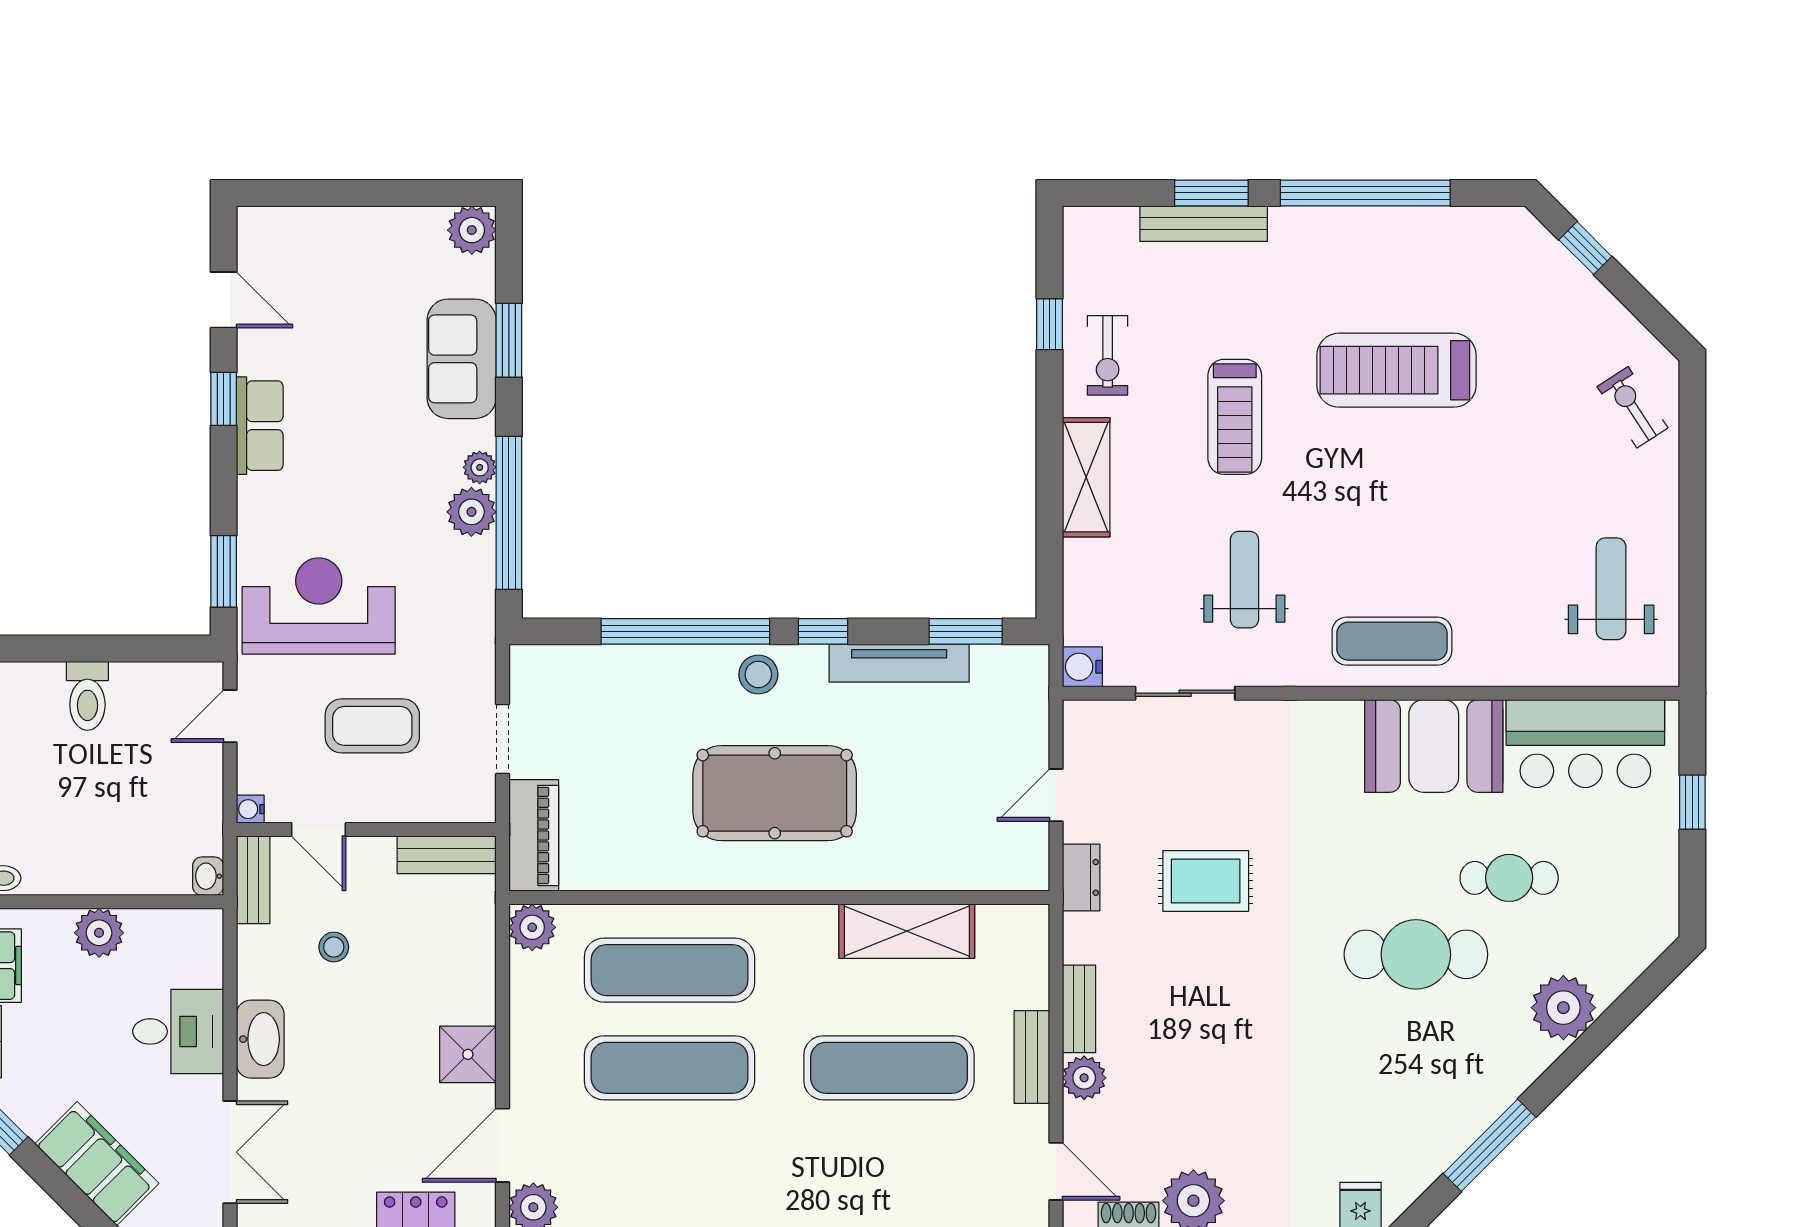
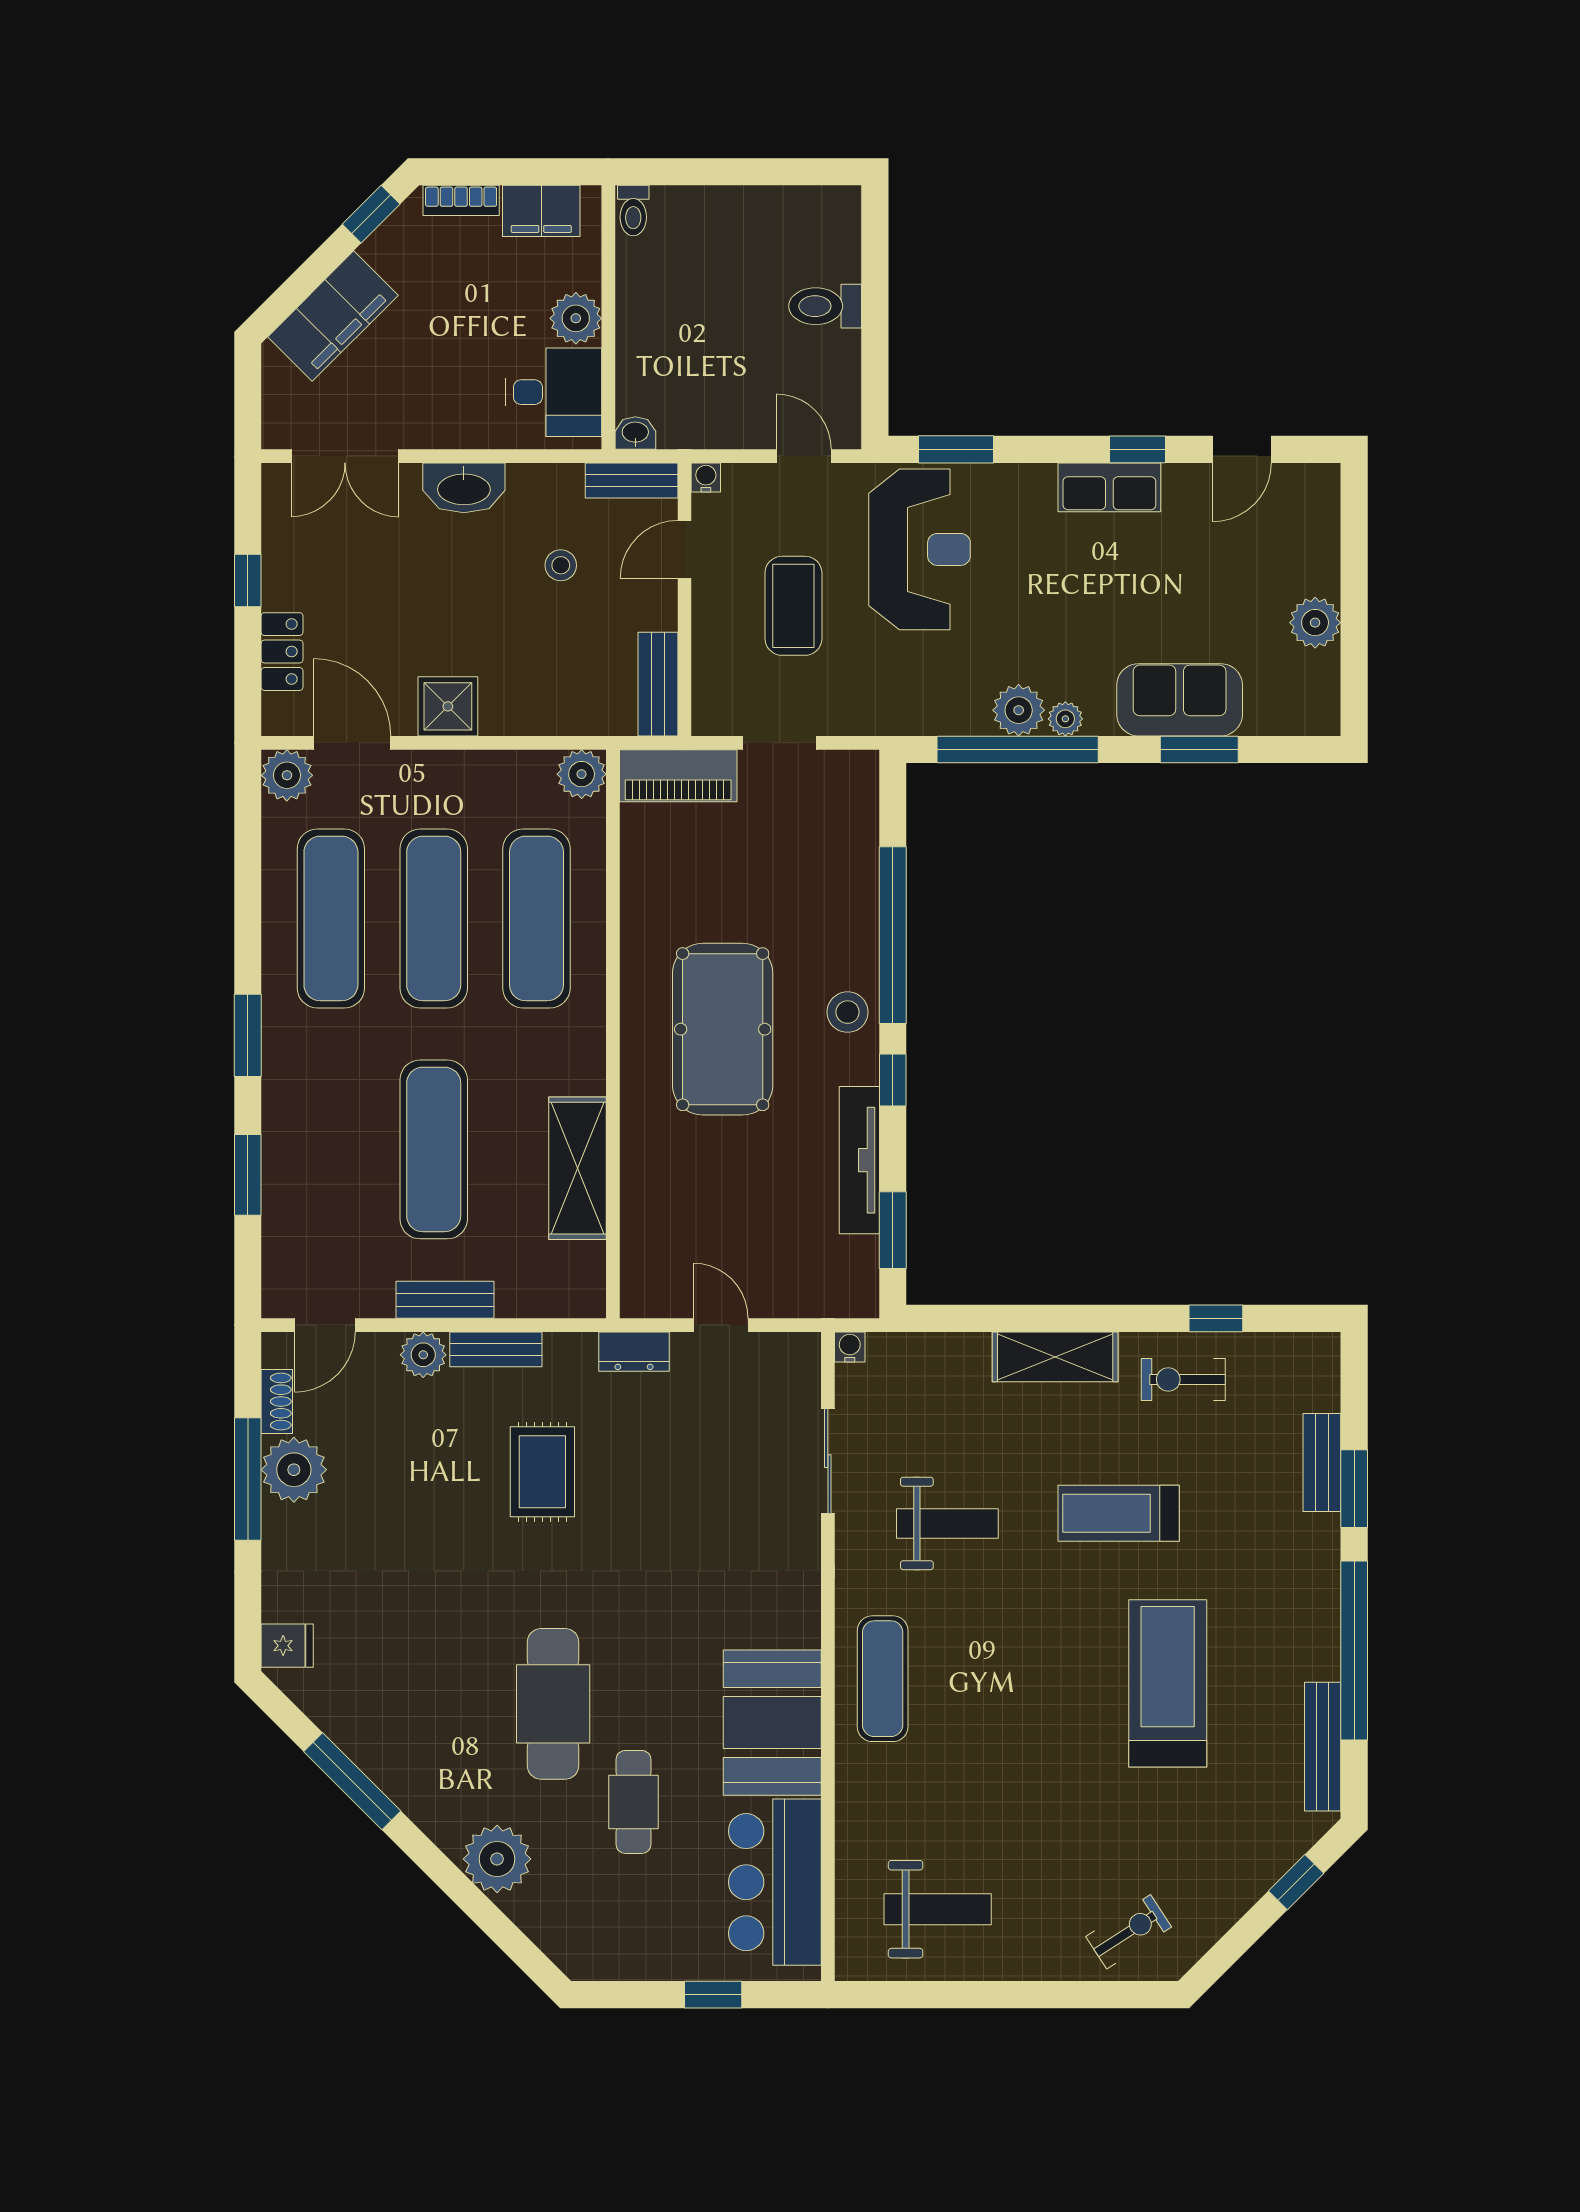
bench: (1457, 223) -> (1323, 1747), added
bench: (1204, 224) -> (1322, 1463), width x0.73
plant: (472, 230) -> (1315, 623), moved
water cooler: (1082, 667) -> (850, 1347), width x0.72, depth x0.72
rug: (1206, 881) -> (542, 1472), moved
desk: (178, 1031) -> (554, 392), moved, turned -90
exercise mat: (669, 1166) -> (331, 918), added

